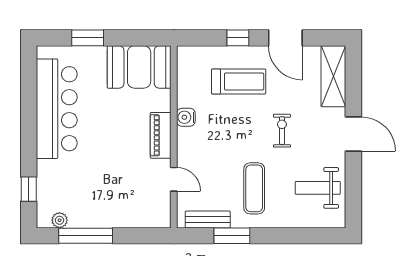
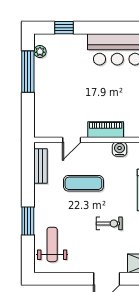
exercise mat: (254, 188) -> (83, 183), moved
weight bench: (318, 188) -> (52, 244), moved
window: (232, 236) -> (28, 221), moved

